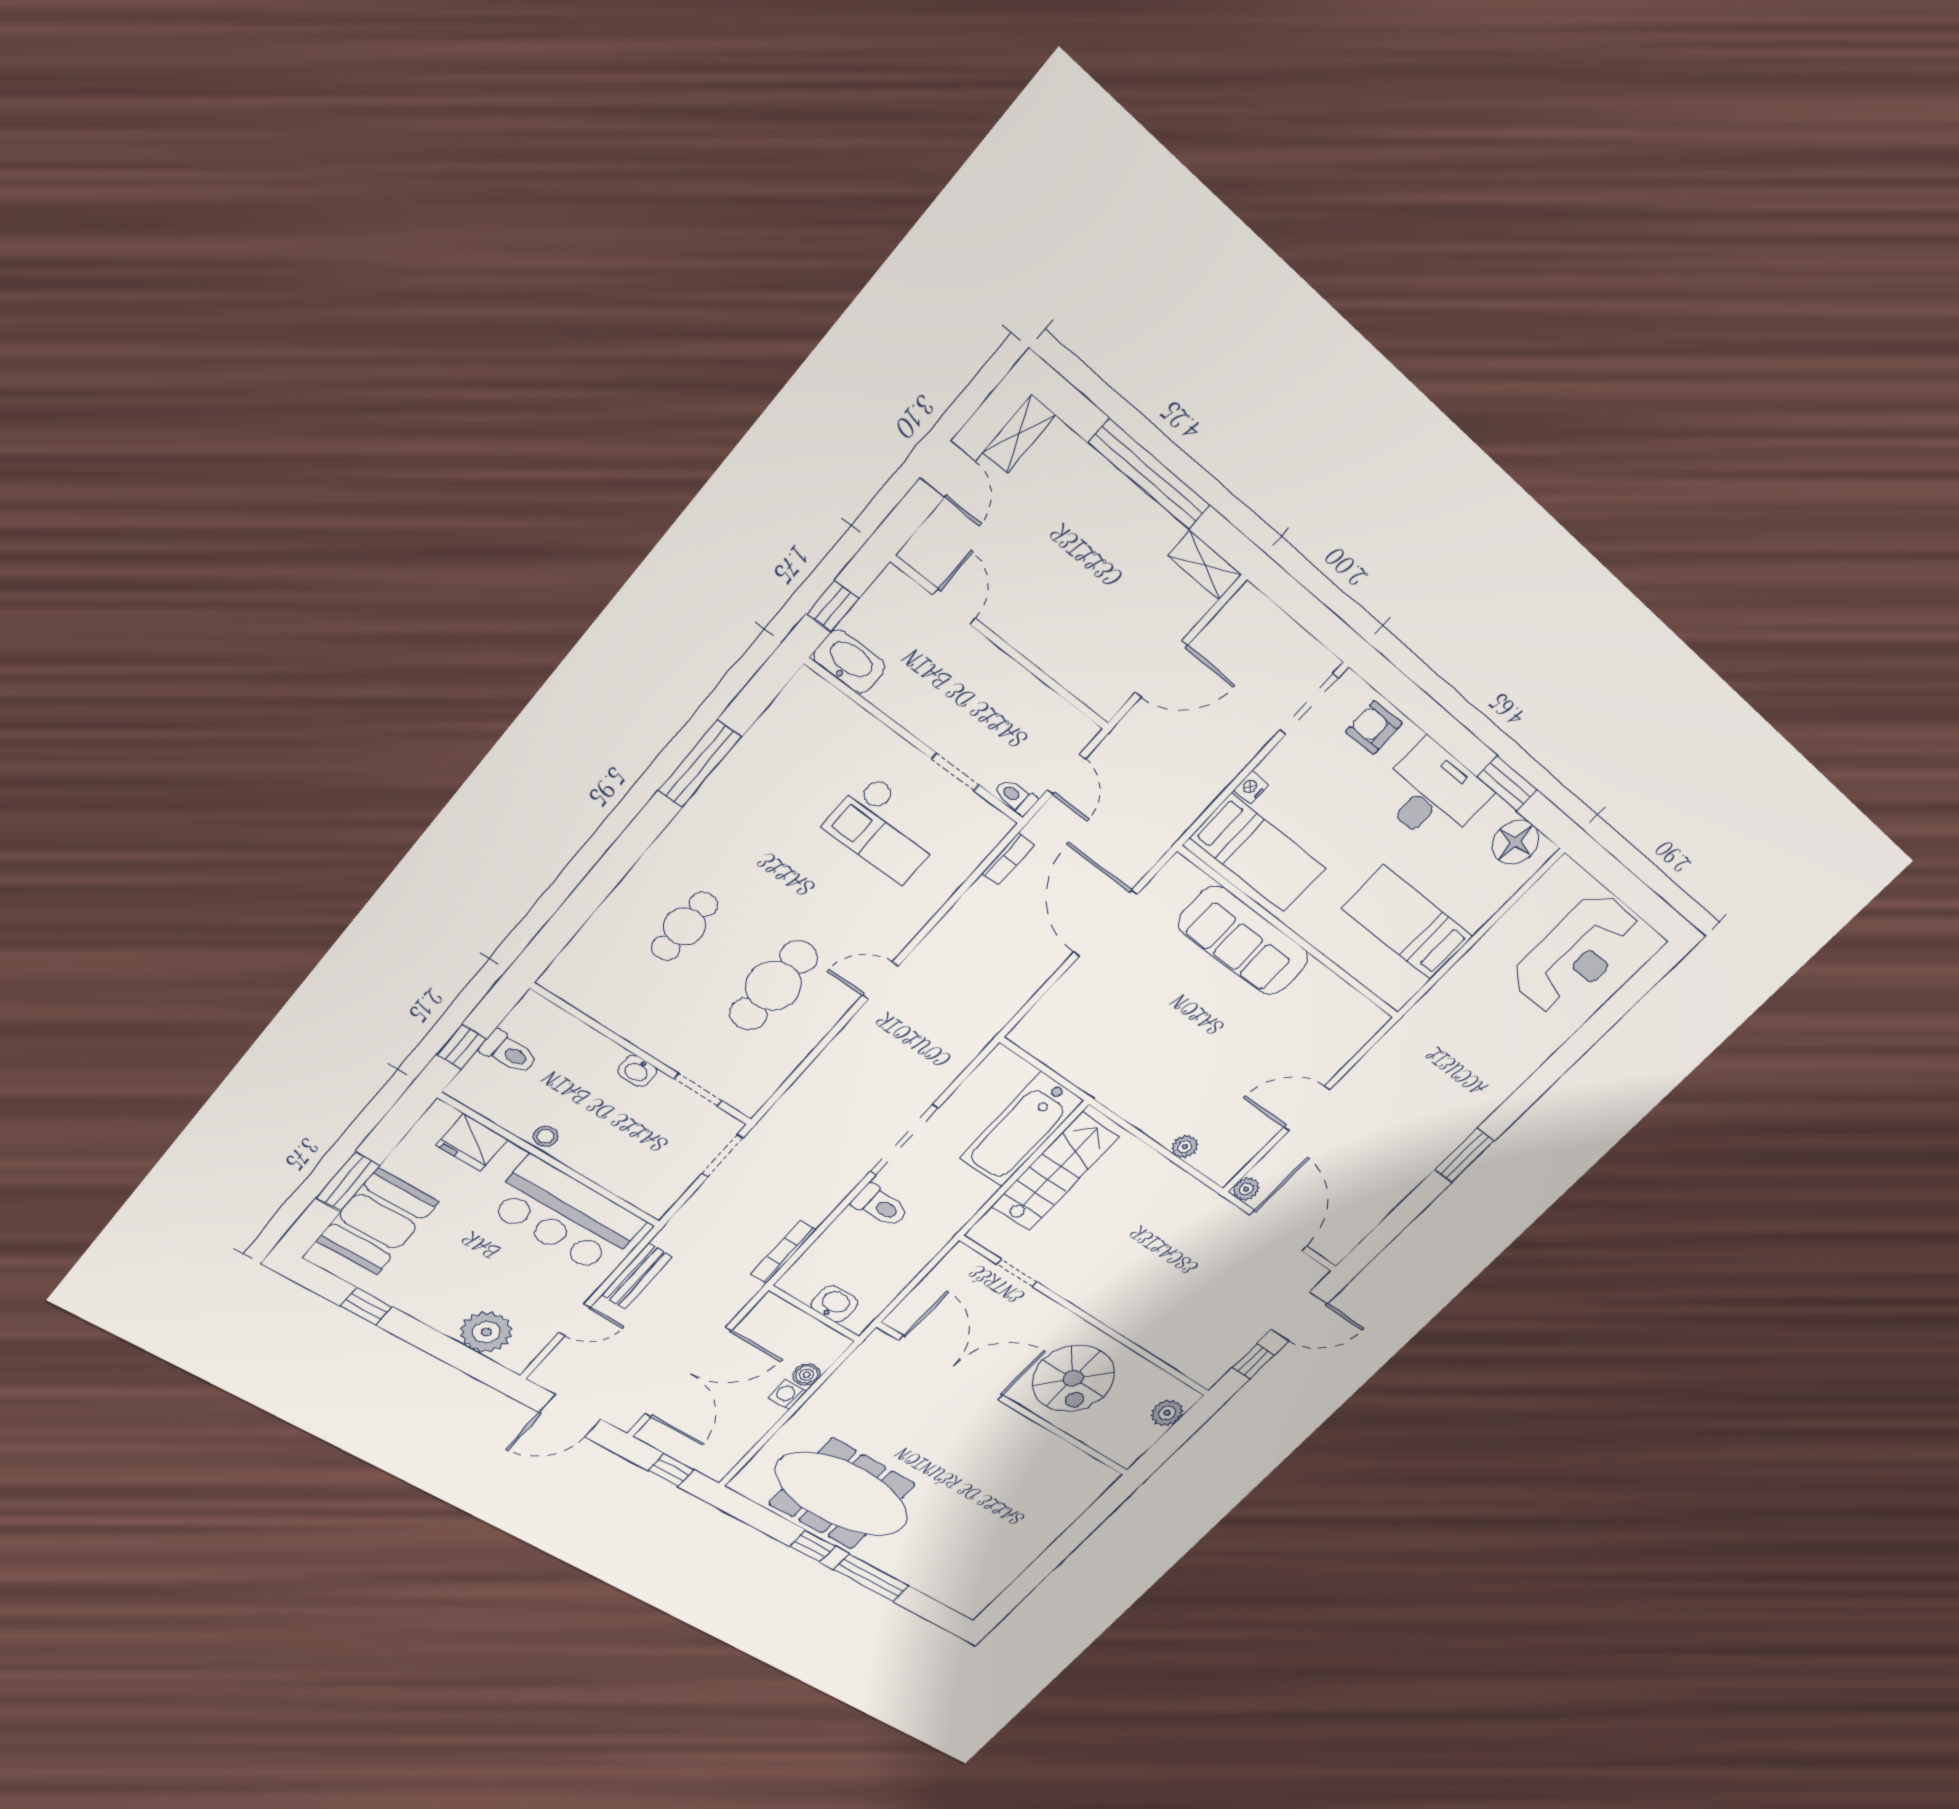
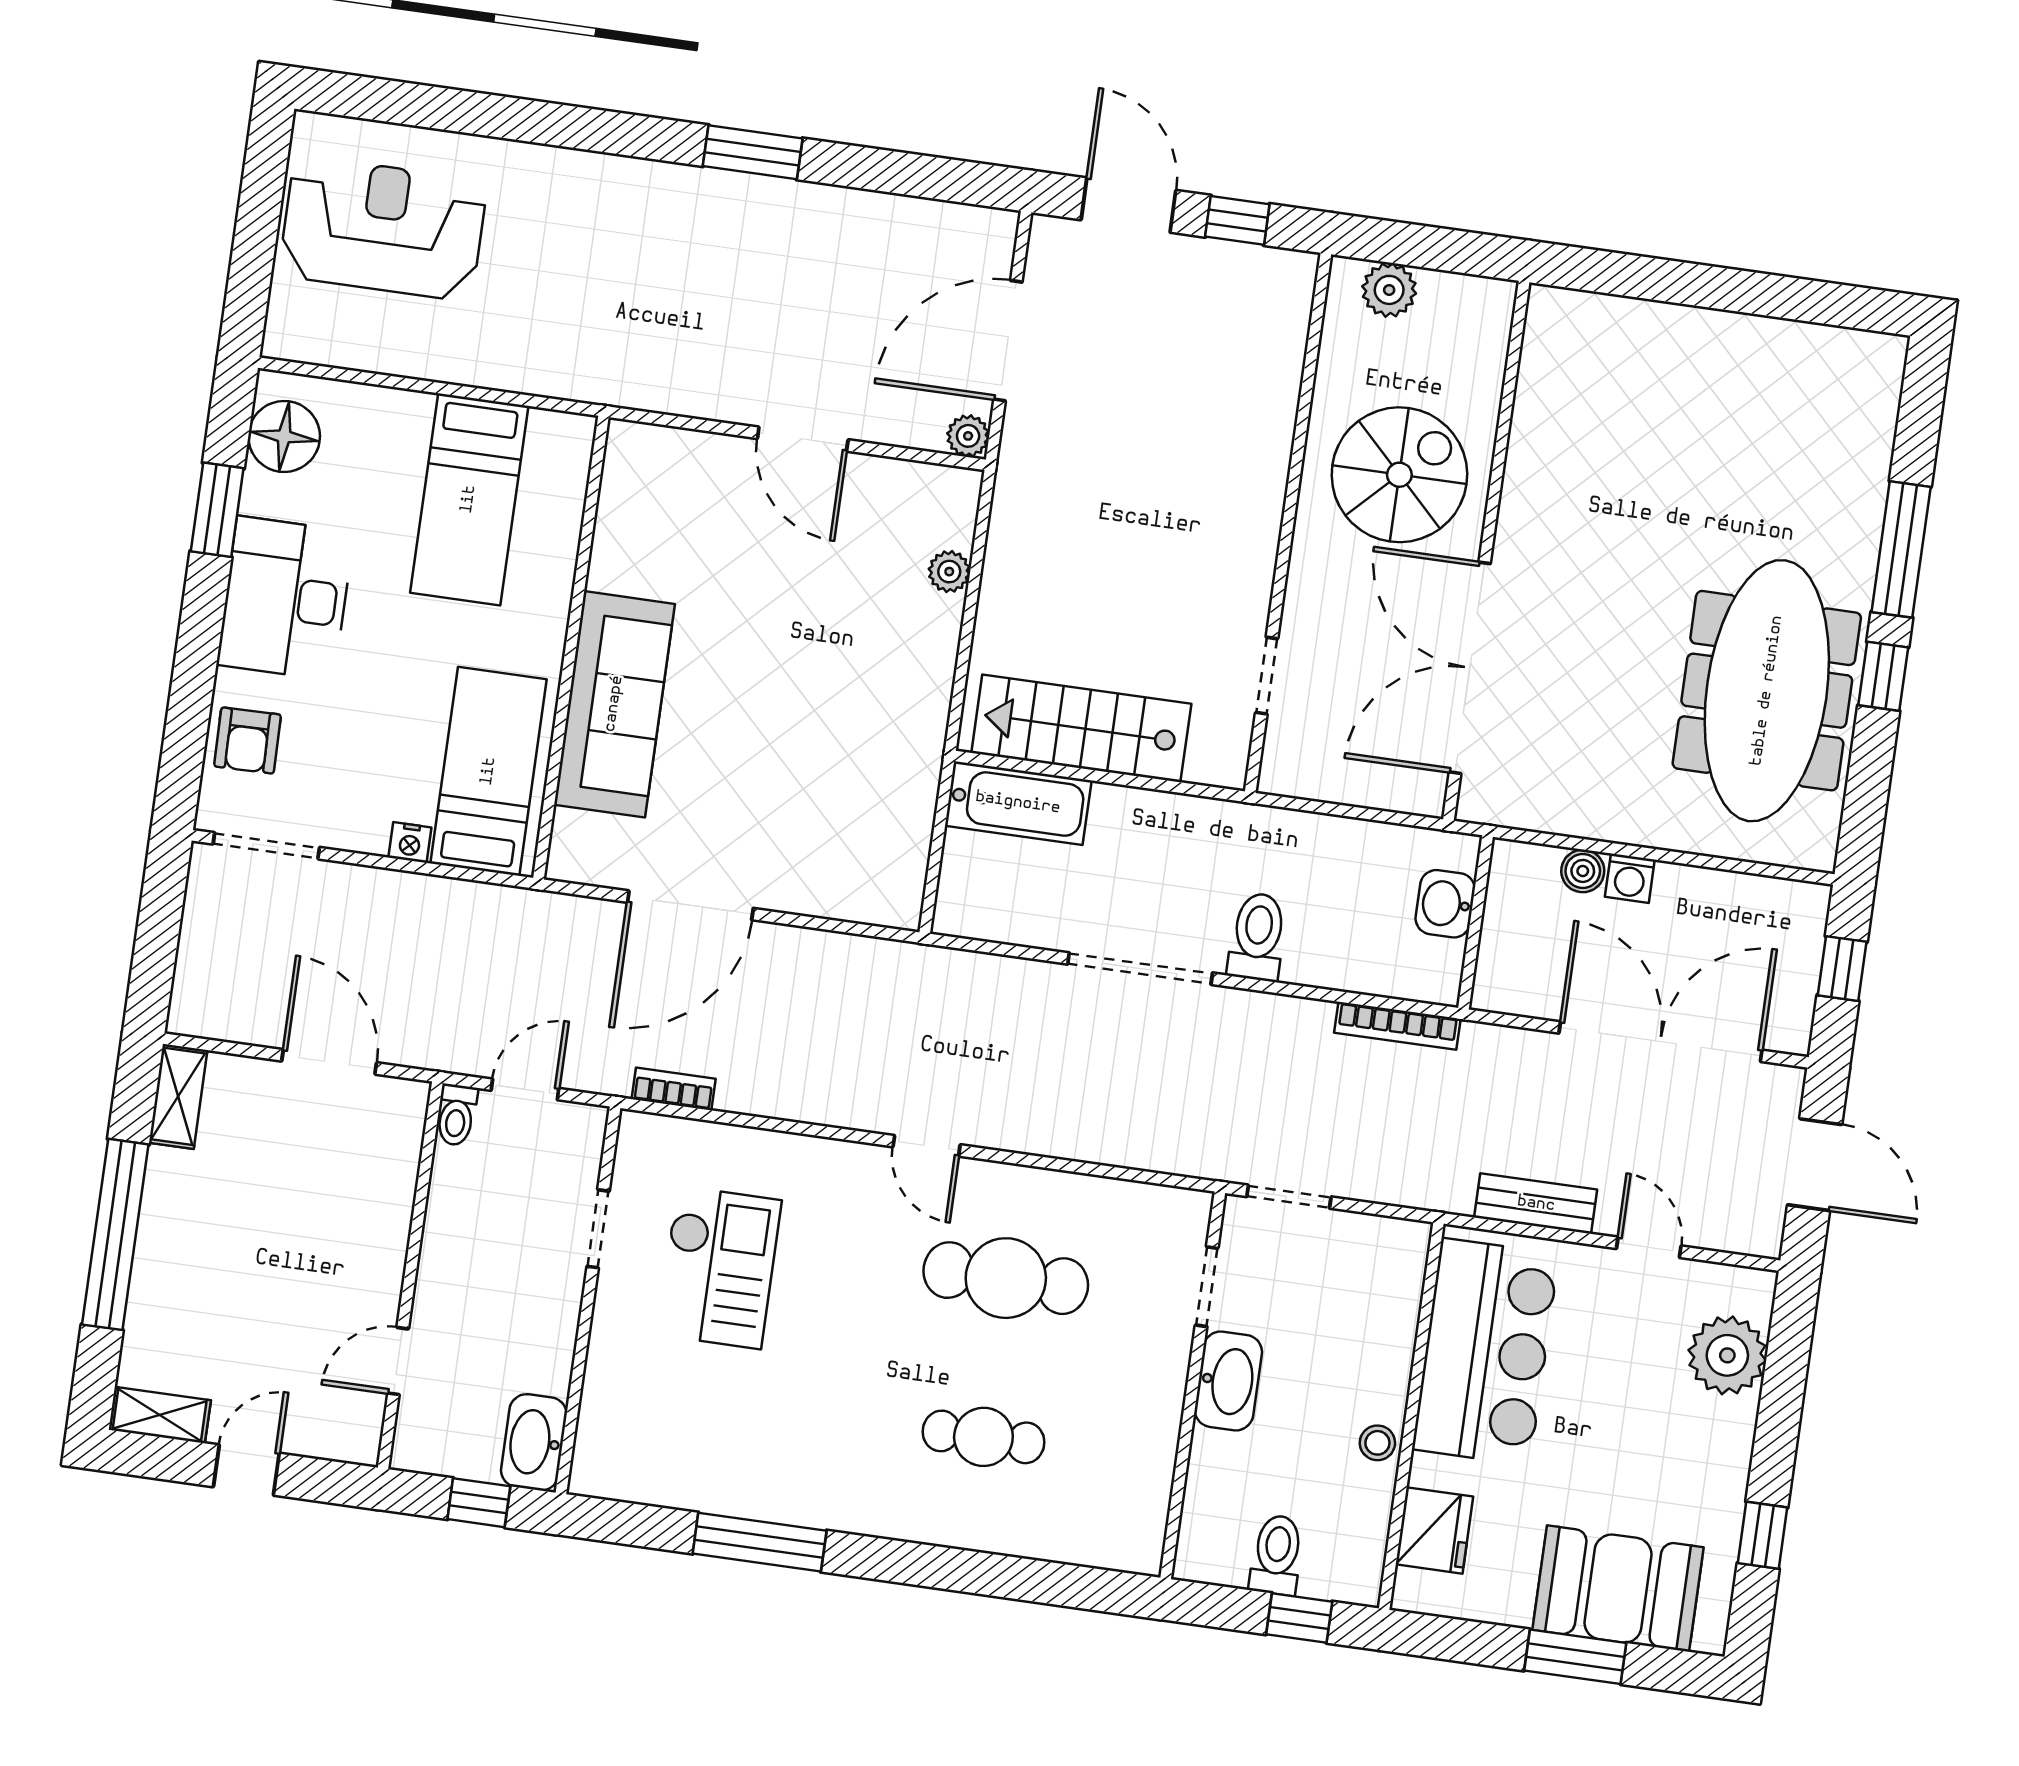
toilet: (1016, 797) -> (456, 1115), moved
washbasin: (637, 1071) -> (1228, 1381), width x1.91, depth x1.45
bathtub: (1021, 1129) -> (1018, 803), width x0.73, depth x0.73

